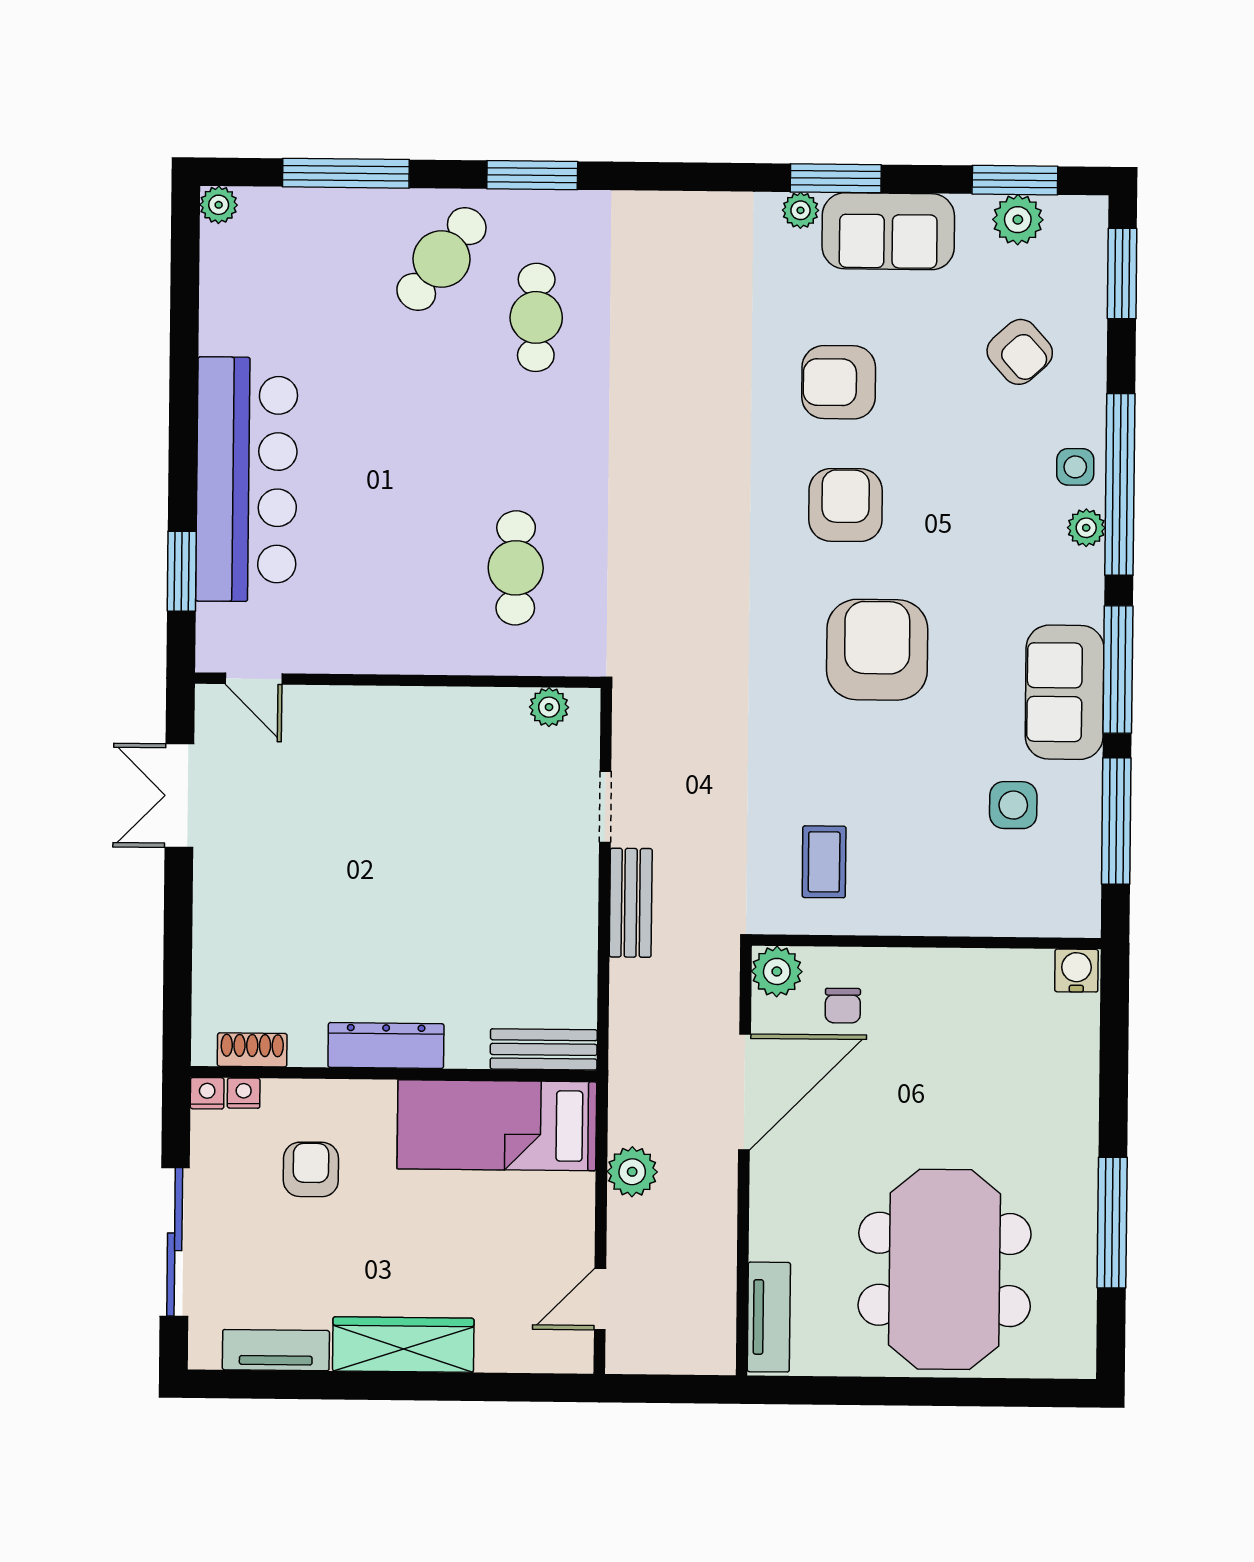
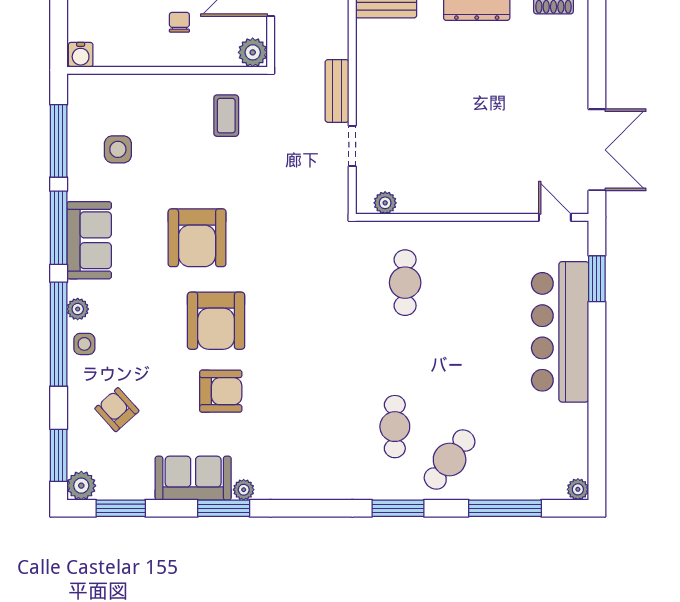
plant: (1018, 220) -> (81, 486), moved
armchair: (846, 505) -> (216, 321), width x1.36, depth x1.36
sofa: (1065, 692) -> (89, 240), moved
double door: (179, 796) -> (597, 150), width x1.37
chair: (843, 1006) -> (179, 22), moved

